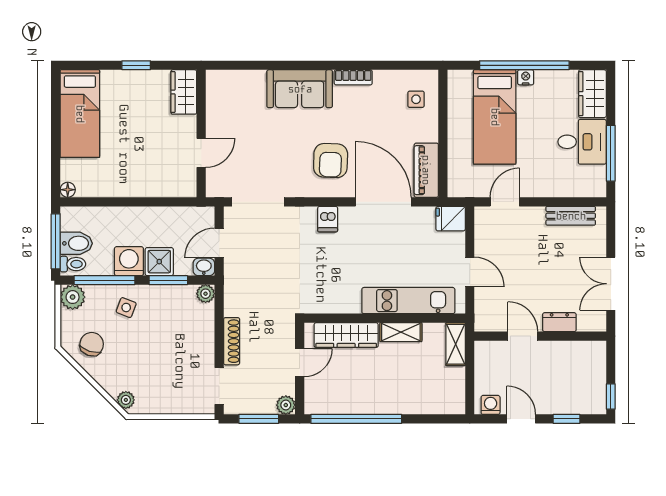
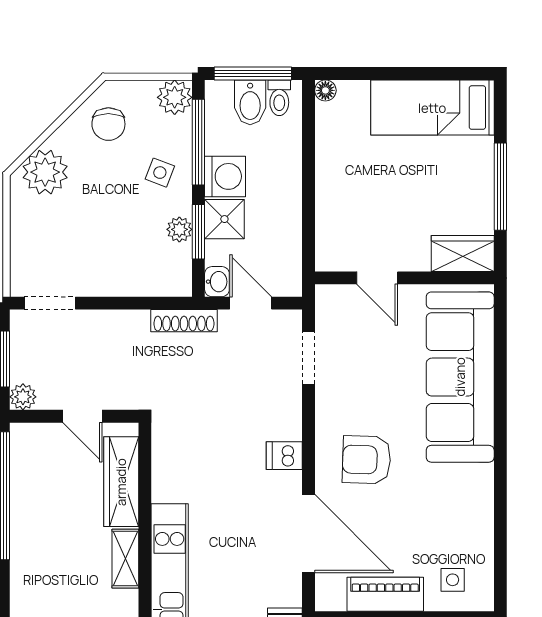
window: (136, 65) -> (500, 187), width x2.17
bookcase: (353, 77) -> (483, 491), removed
sofa: (300, 89) -> (460, 377), width x1.85, depth x1.27
piano: (426, 170) -> (385, 594), moved
doorway: (258, 202) -> (308, 358), width x0.73
door: (383, 202) -> (308, 534), hinge flipped
toilet: (73, 264) -> (279, 98), moved
plant: (206, 294) -> (179, 229), moved
shoe rack: (232, 341) -> (184, 321), moved
chair: (92, 344) -> (108, 124), turned 72
plant: (126, 400) -> (45, 172), width x1.88, depth x1.88

